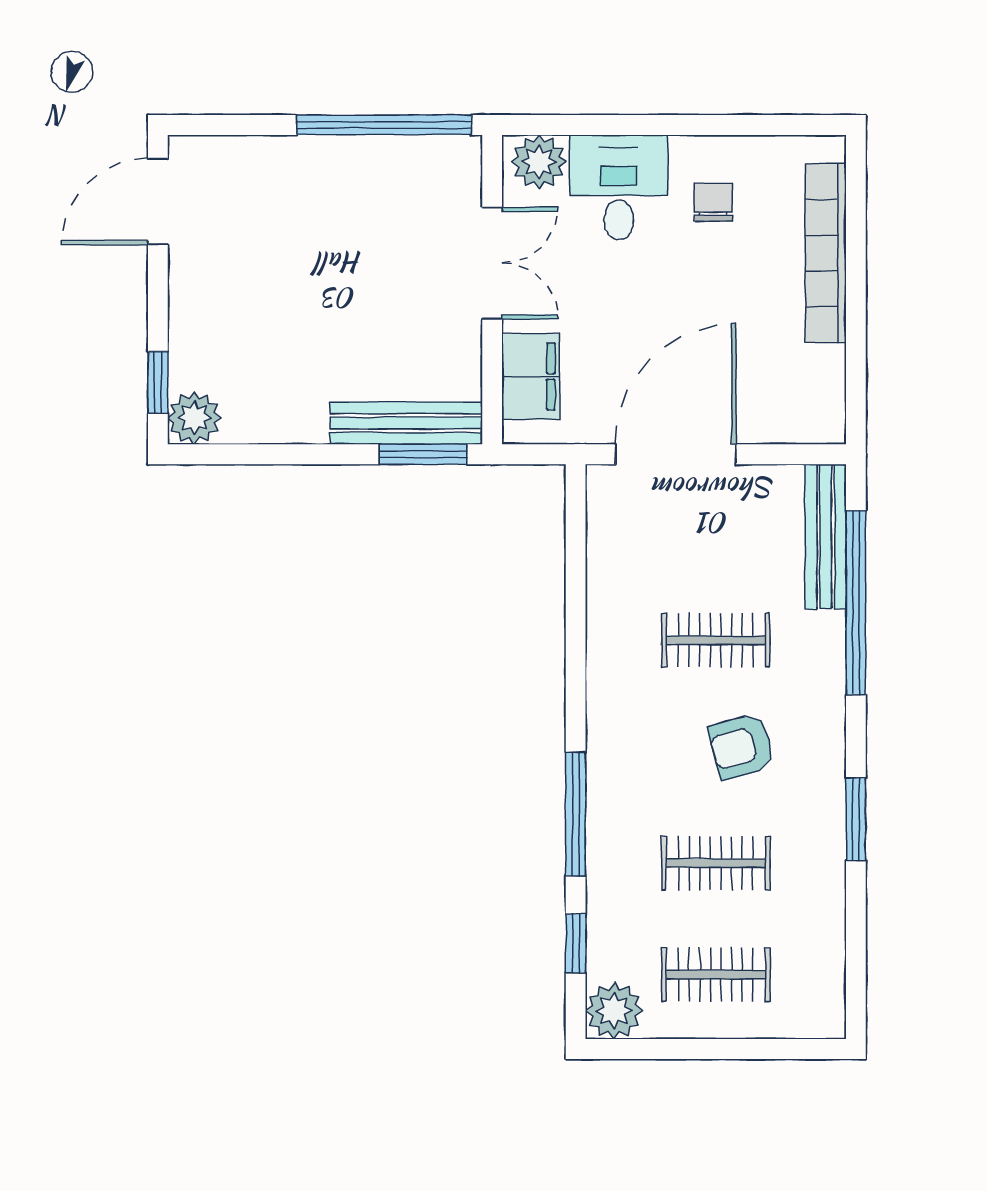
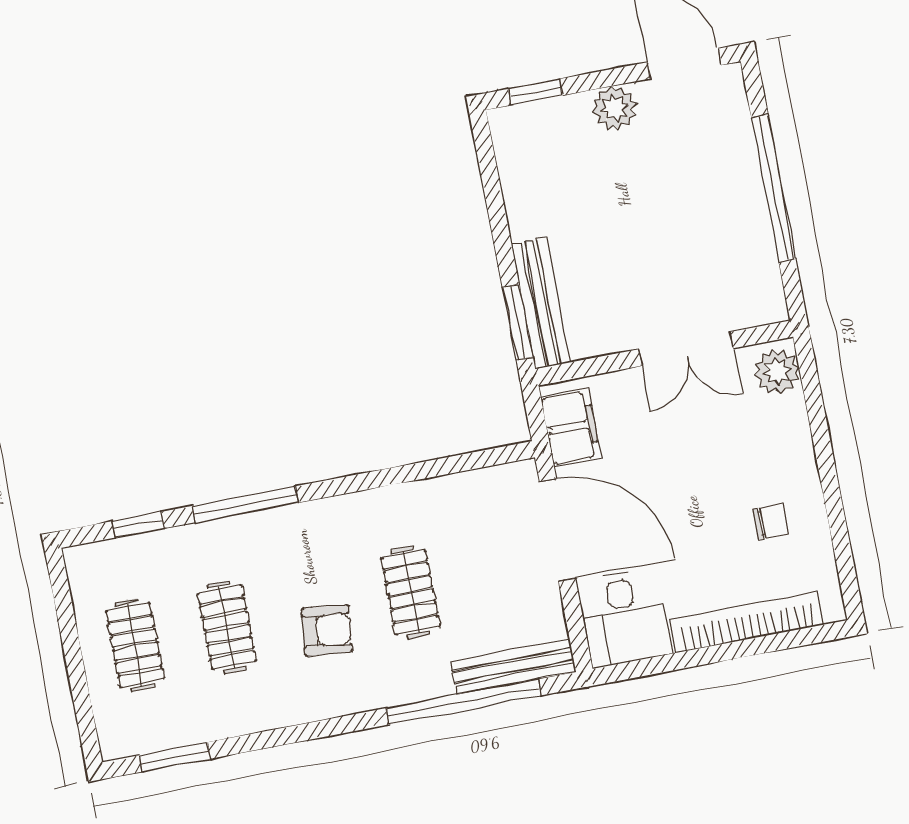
window: (384, 125) -> (774, 188), moved
desk: (619, 187) -> (624, 618), moved, turned 90
filing cabinet: (531, 376) -> (571, 427), moved, turned -90
plant: (194, 418) -> (614, 108), moved
armchair: (741, 747) -> (327, 630), turned 111
window: (856, 819) -> (175, 757), moved
plant: (614, 1011) -> (89, 567), removed

